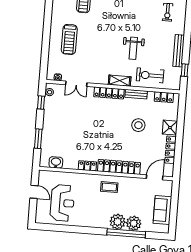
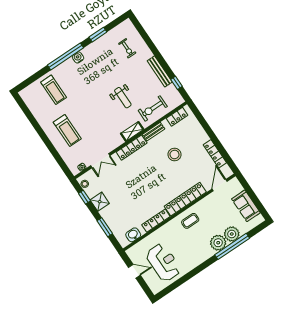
shower: (170, 128) -> (100, 202), moved
locker: (87, 166) -> (156, 221), width x1.53

